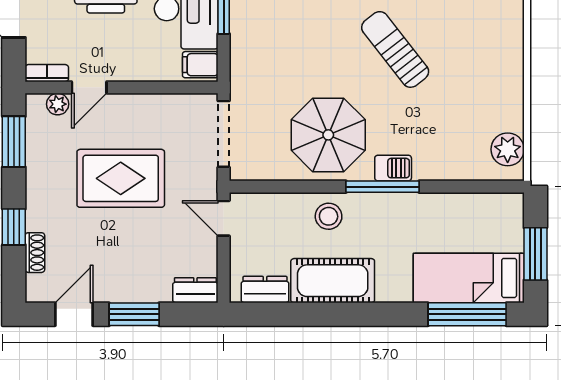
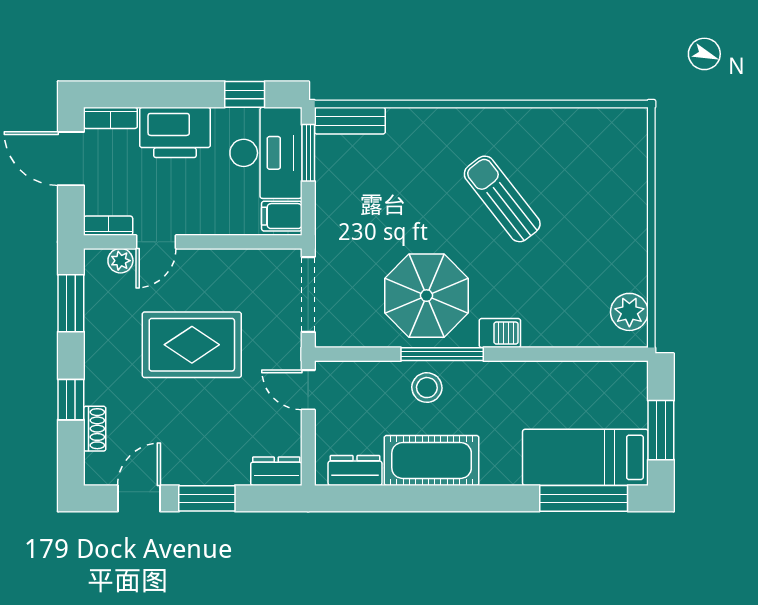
window: (383, 187) -> (442, 354), moved

